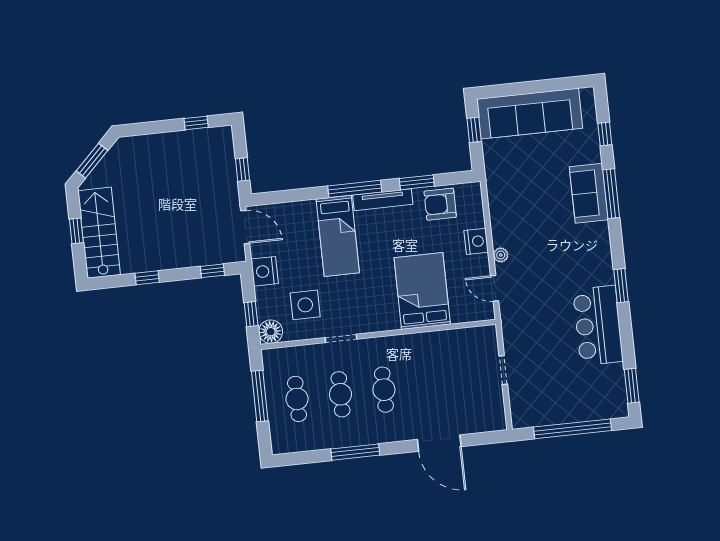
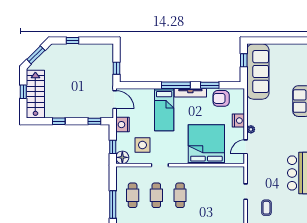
sofa: (530, 114) -> (258, 71), moved, turned -90
window: (196, 123) -> (72, 41), moved
door: (495, 288) -> (246, 147), hinge flipped
bed: (422, 291) -> (206, 144), width x1.36
coffee table: (545, 395) -> (266, 208), added
window: (260, 396) -> (113, 204), moved

